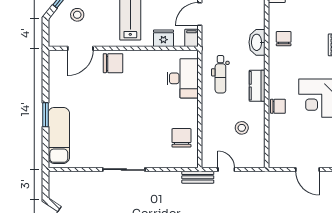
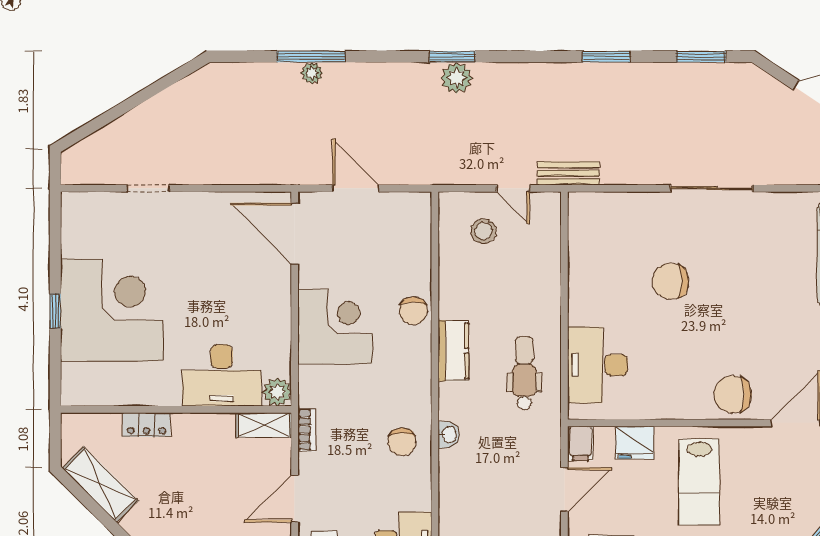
stool: (77, 15) -> (802, 488), removed
washbasin: (257, 42) -> (449, 435), width x0.52, depth x0.69
chair: (278, 106) -> (413, 311), turned -90
stool: (242, 128) -> (483, 231), moved
chair: (181, 138) -> (671, 281), moved, turned 90

